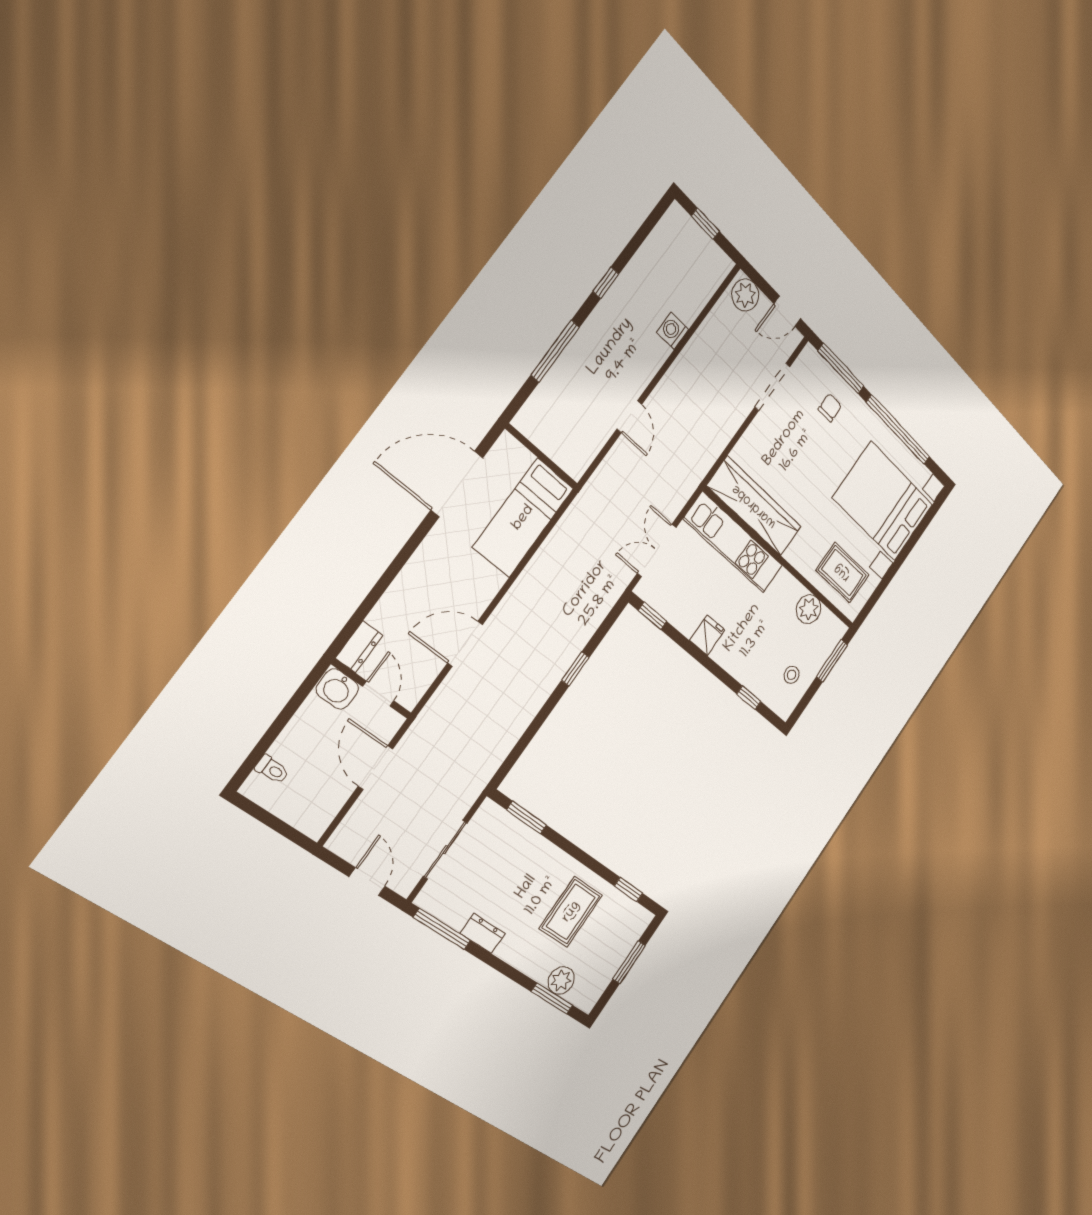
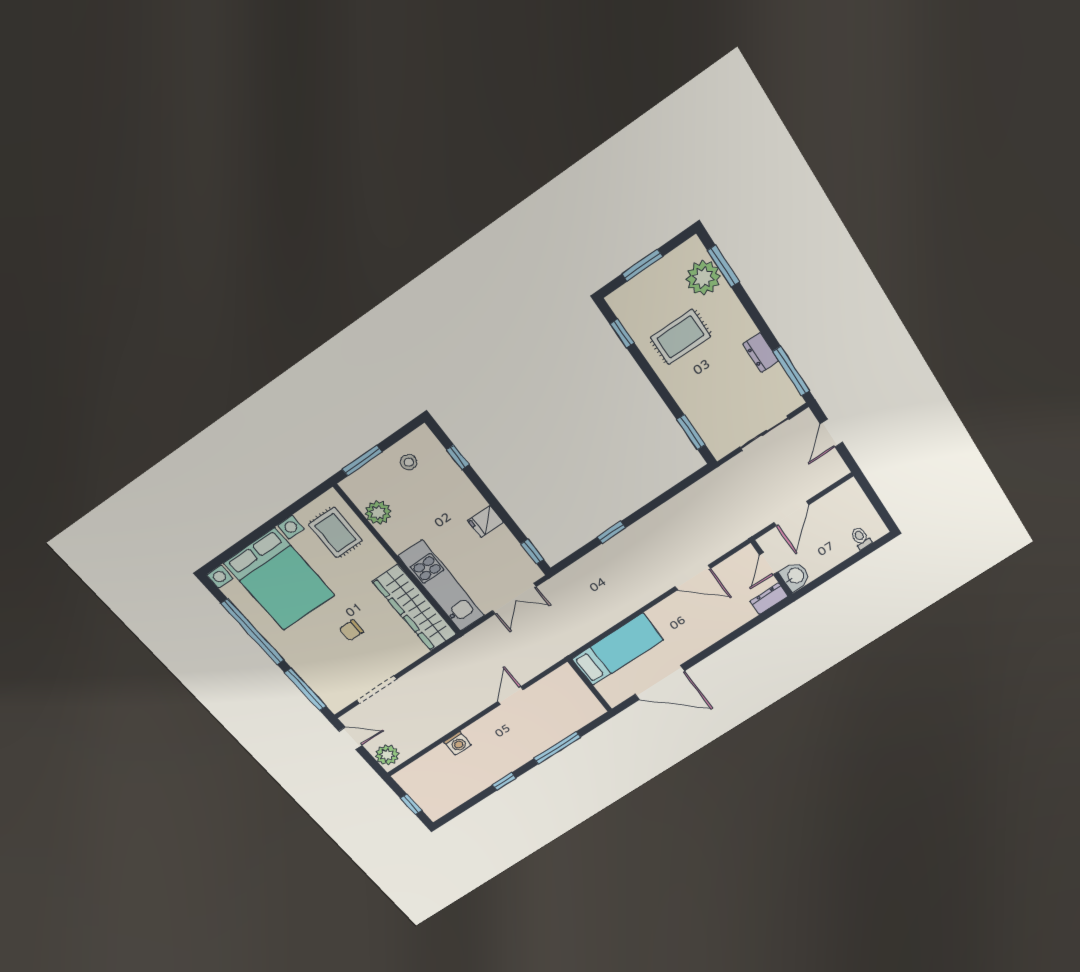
chair: (830, 408) -> (351, 630), moved
plant: (561, 980) -> (703, 278), width x1.36, depth x1.36

